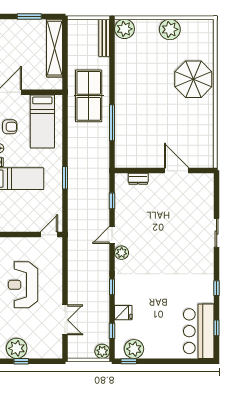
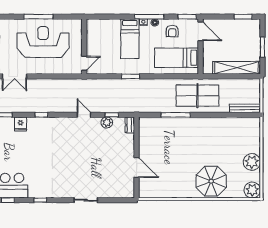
plant: (125, 29) -> (252, 190), moved
door: (177, 171) -> (137, 168), hinge flipped
dresser: (138, 179) -> (130, 125), moved
door: (49, 235) -> (84, 63), hinge flipped
plant: (122, 253) -> (107, 123), moved
reception desk: (23, 285) -> (43, 42), width x1.36, depth x1.30

